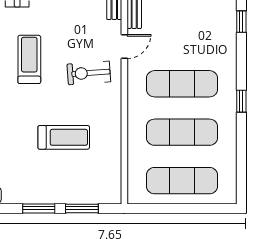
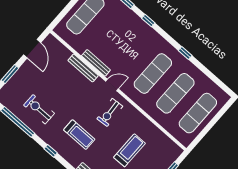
door: (124, 47) -> (112, 85), hinge flipped
treadmill: (29, 59) -> (79, 135), turned 180

